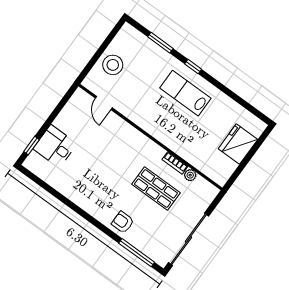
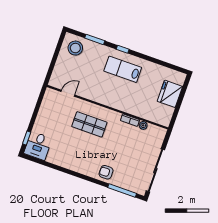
stool: (113, 65) -> (75, 48), moved
door: (104, 103) -> (68, 93), swing flipped
desk: (55, 146) -> (38, 146), moved, turned -90
shop shelf: (156, 189) -> (89, 124), moved

